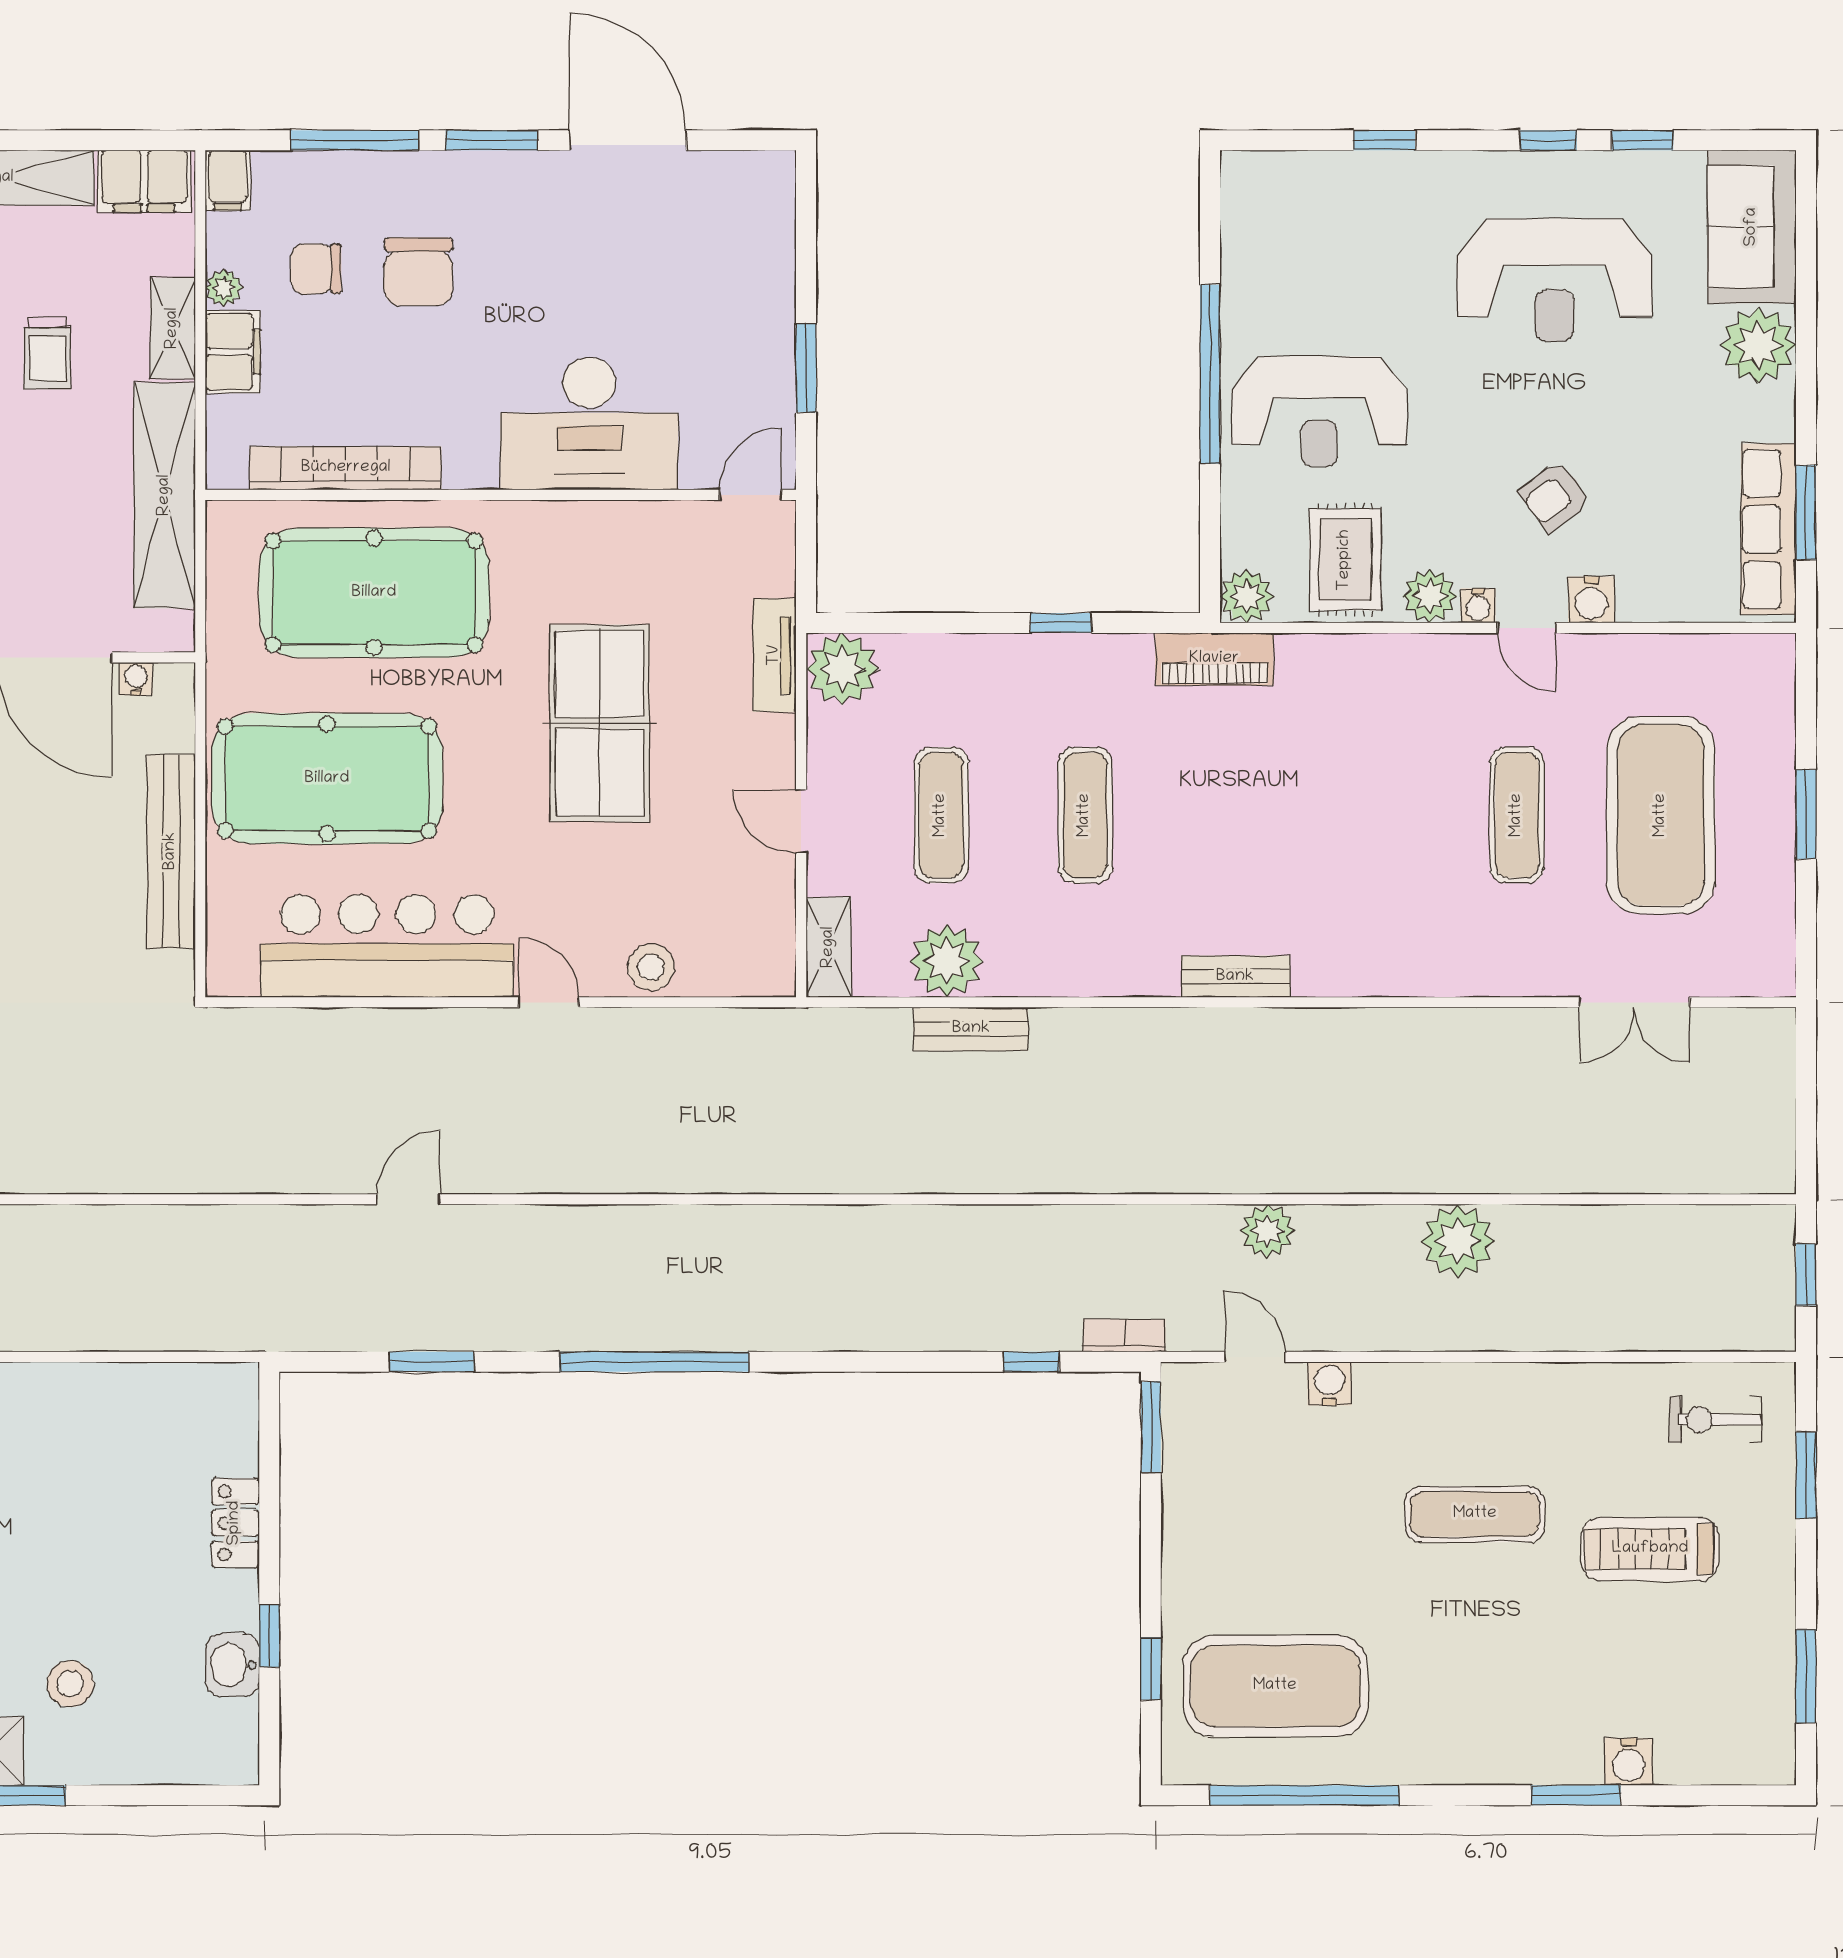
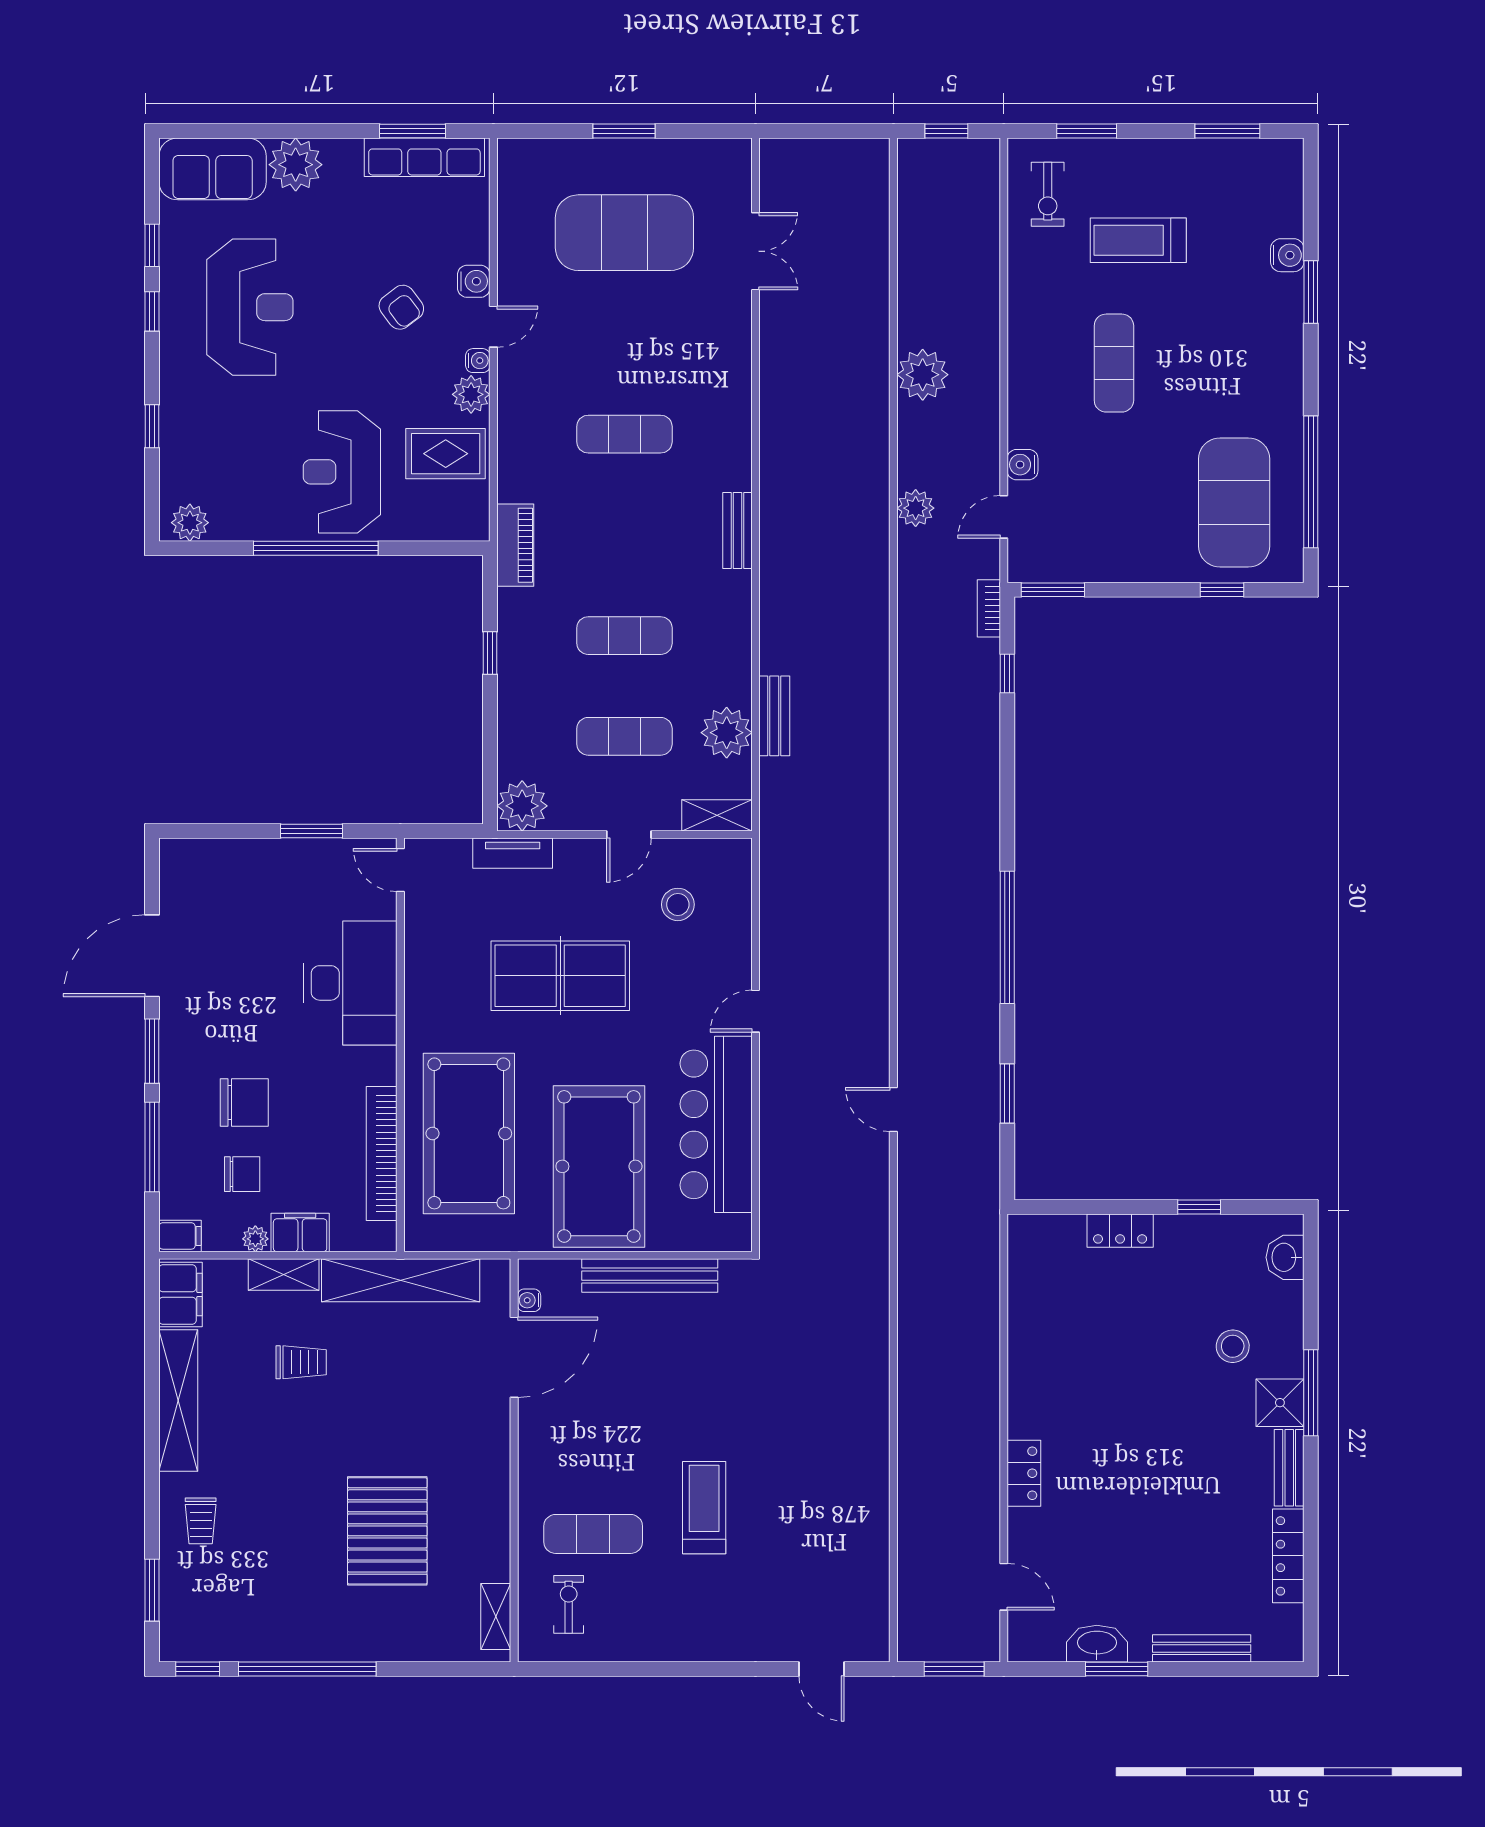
chair: (316, 269) -> (242, 1174), turned -90
reception desk: (1319, 411) -> (342, 472), turned 180
plant: (1247, 596) -> (190, 523), moved
exercise mat: (1517, 815) -> (624, 434), moved
stool: (651, 967) -> (678, 904), moved
treadmill: (1650, 1549) -> (1138, 240), turned 90
washbasin: (232, 1665) -> (1285, 1257), moved, turned 90

